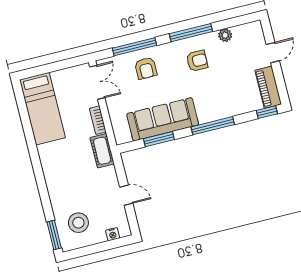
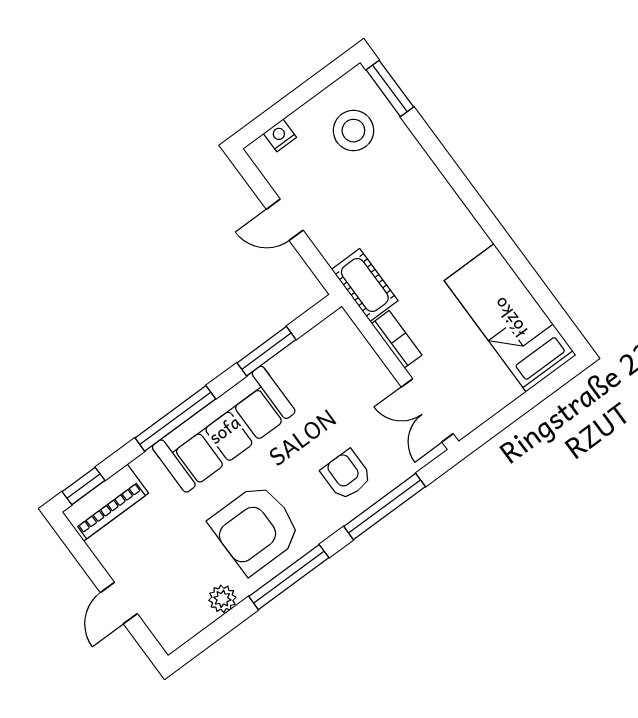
armchair: (197, 61) -> (256, 529), width x1.88, depth x1.88
piano: (268, 87) -> (105, 503), moved, turned 90
sofa: (163, 119) -> (224, 429), moved

